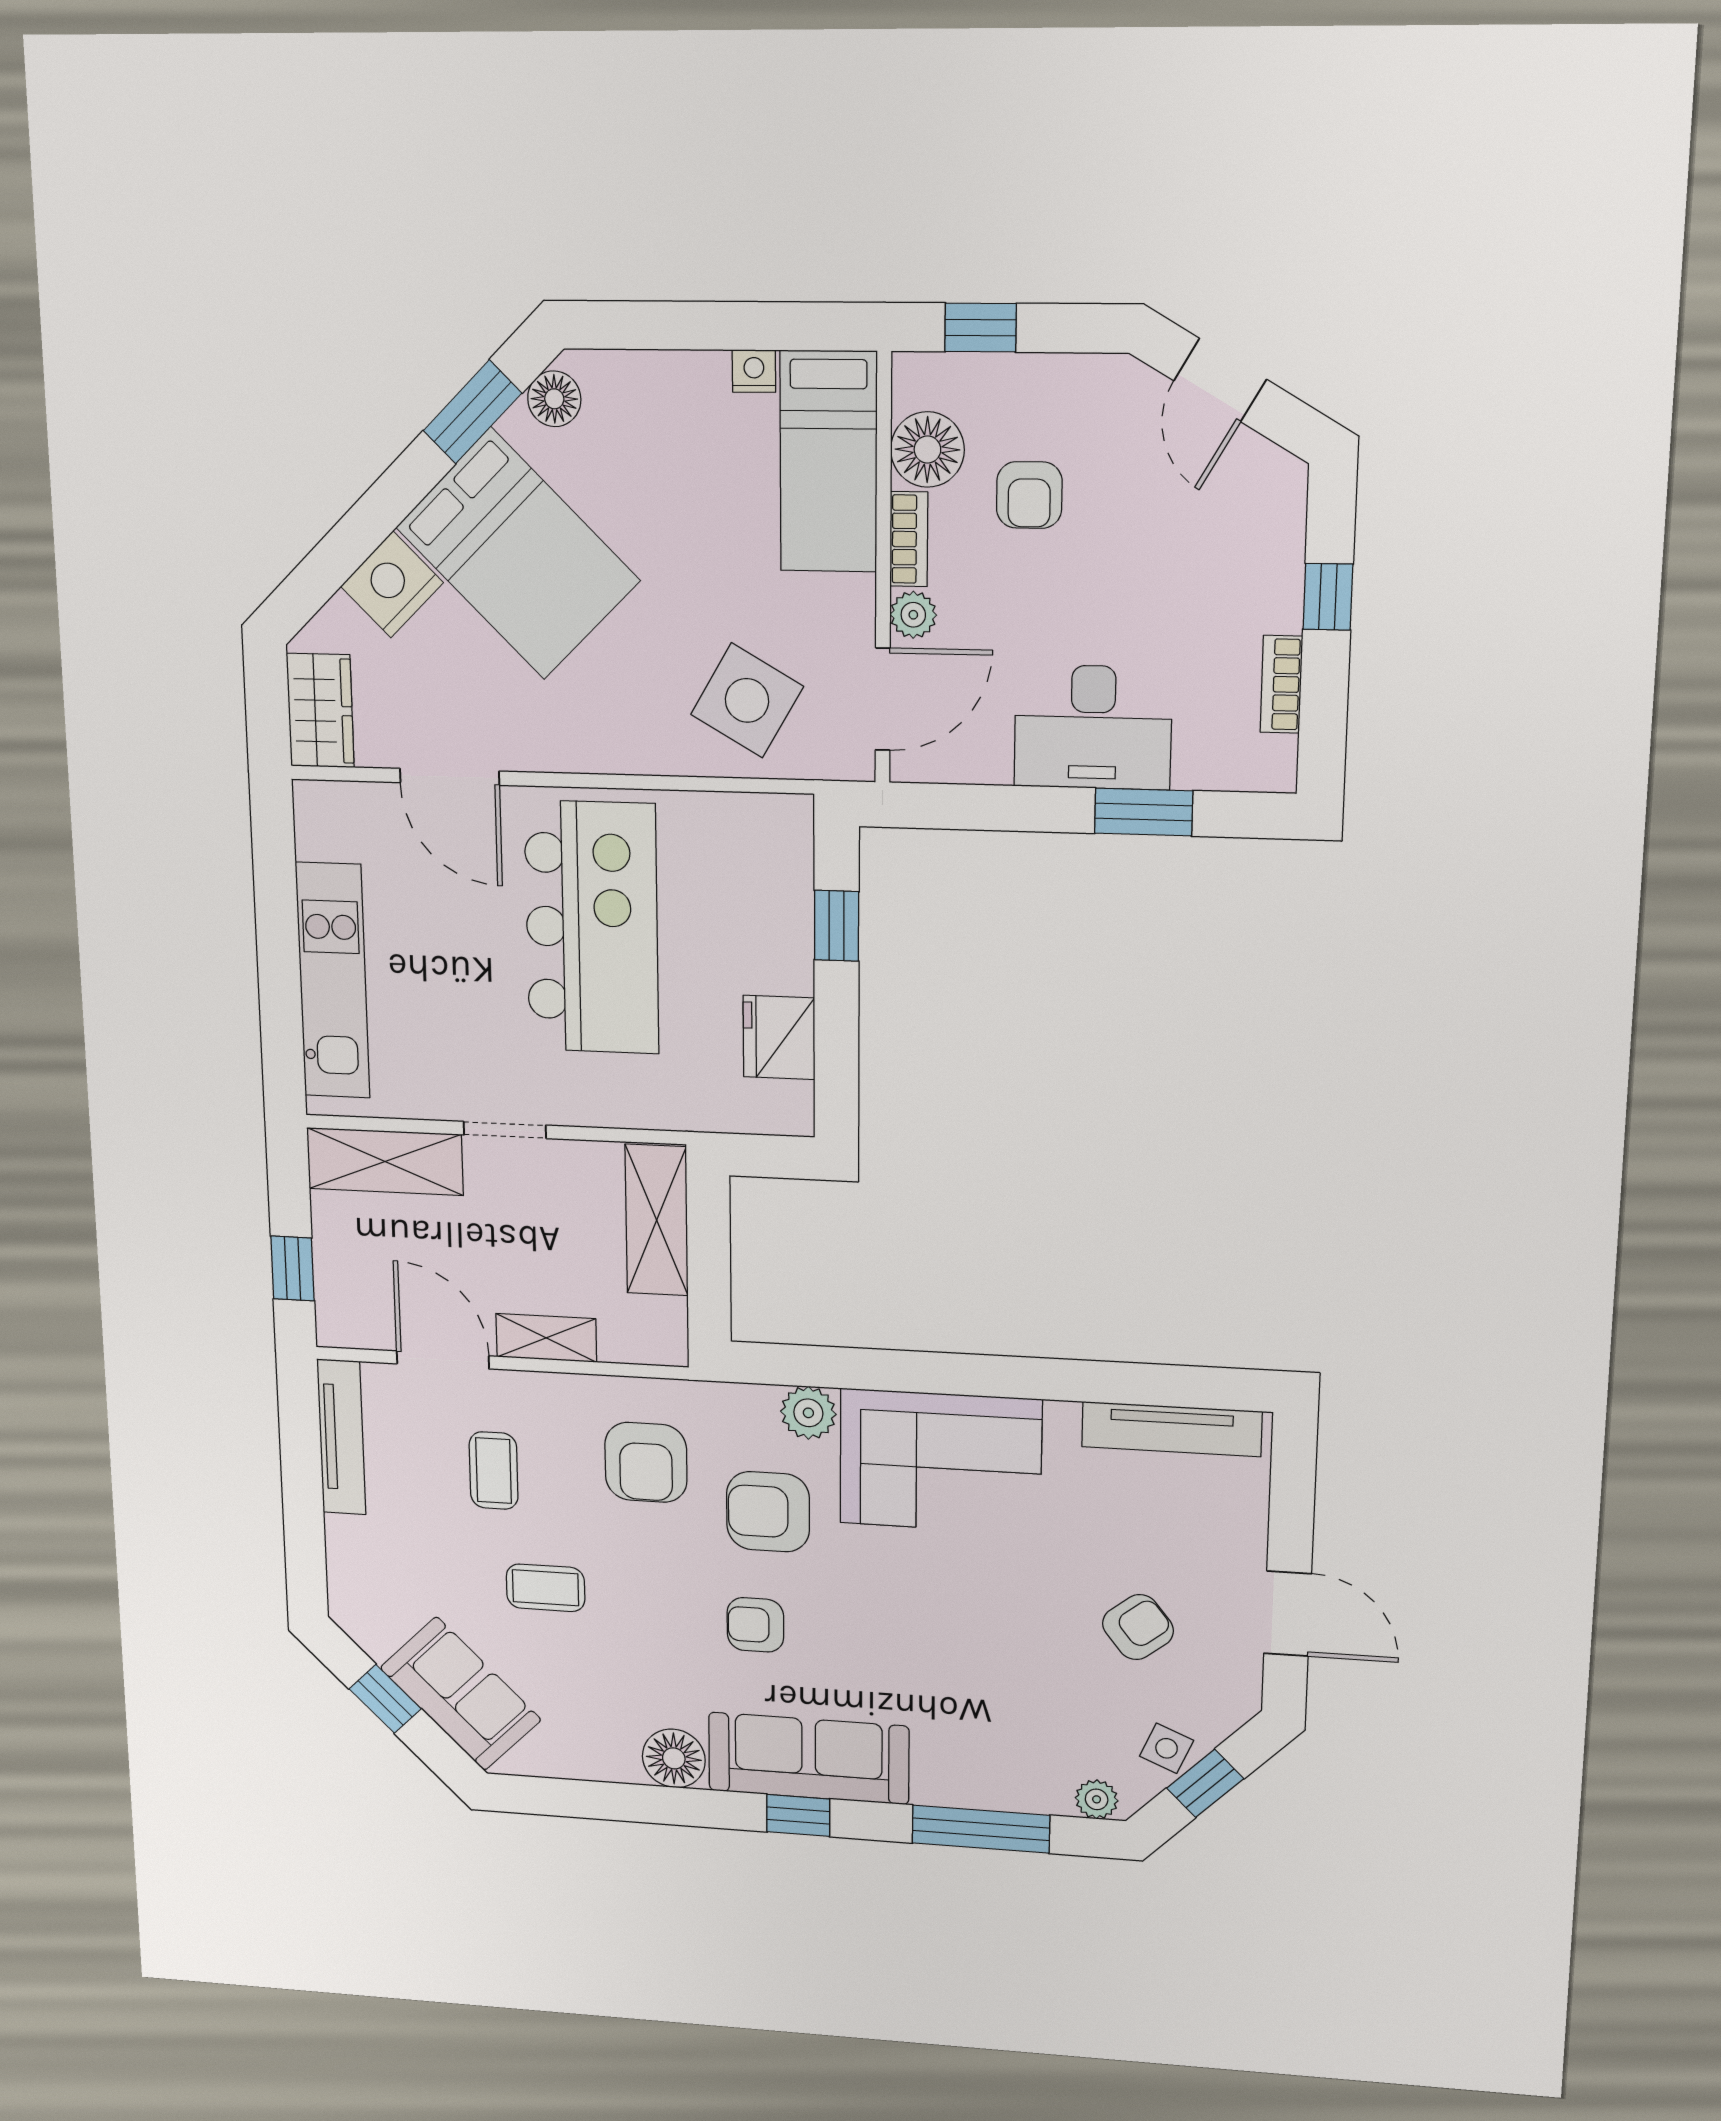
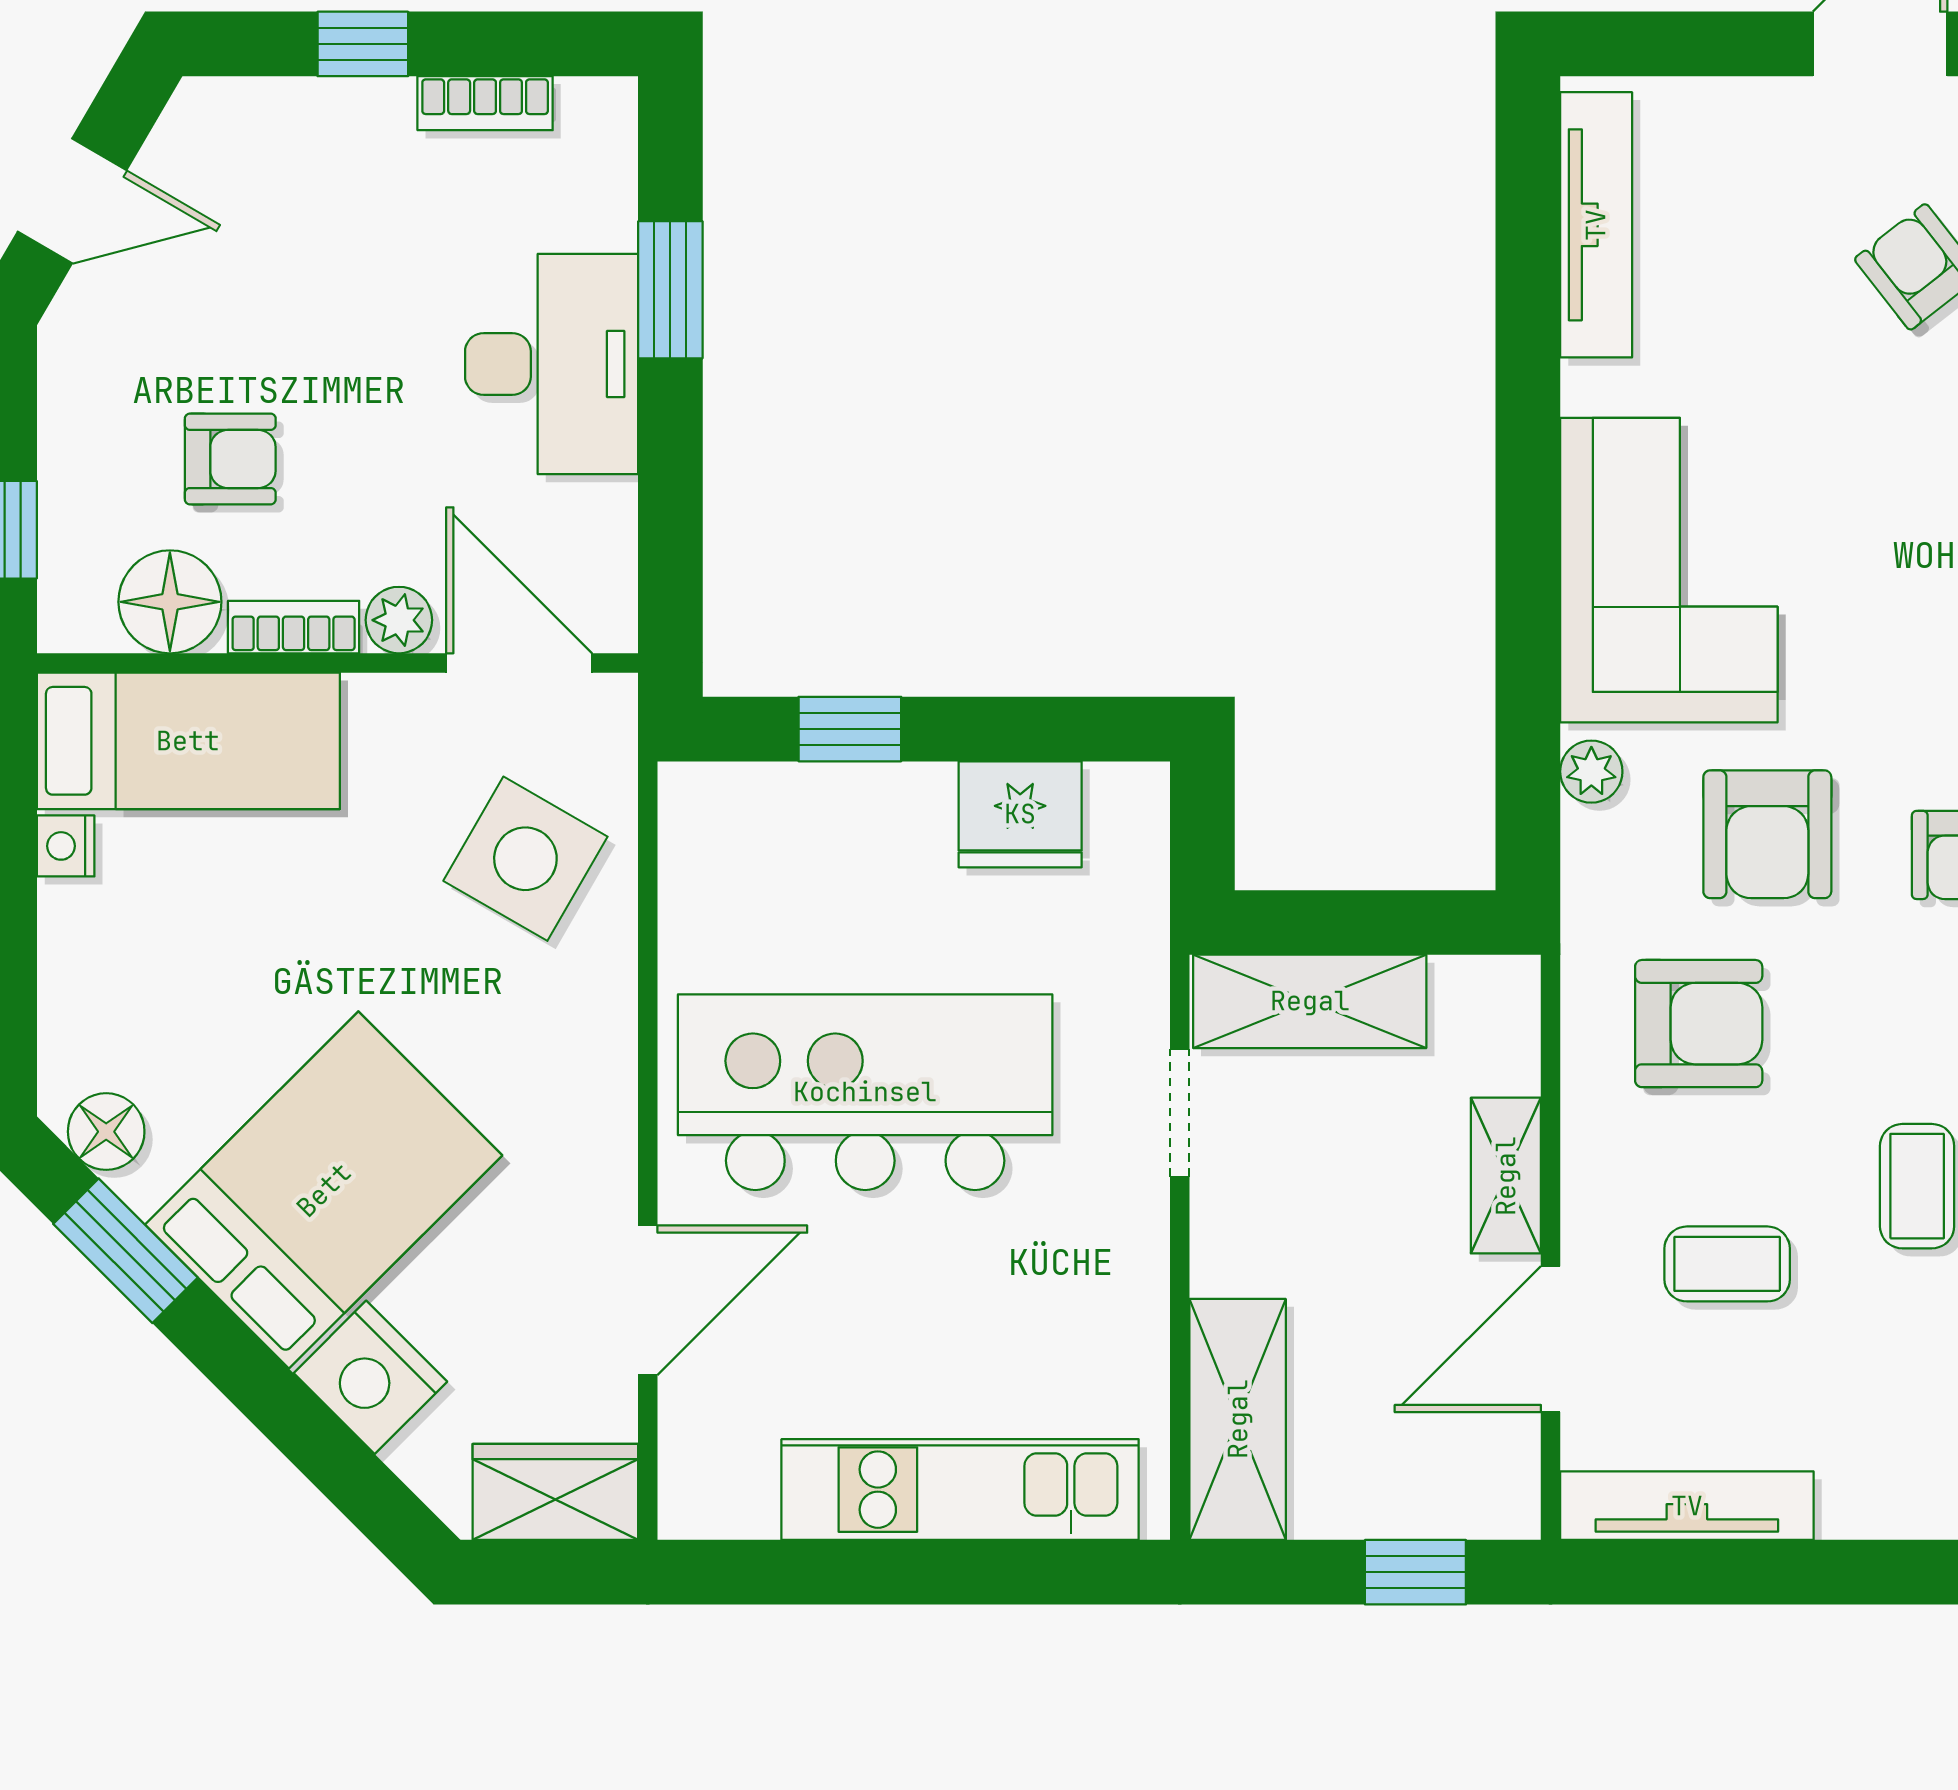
doorway: (505, 1130) -> (1180, 1113), moved
plant: (808, 1413) -> (1591, 772), width x0.73, depth x0.73

